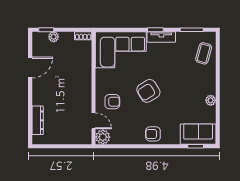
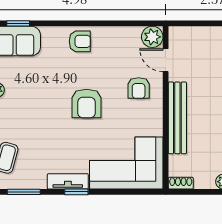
bench: (85, 81) -> (177, 118), added
armchair: (148, 91) -> (86, 104), turned 122
armchair: (112, 102) -> (139, 88), turned -90

